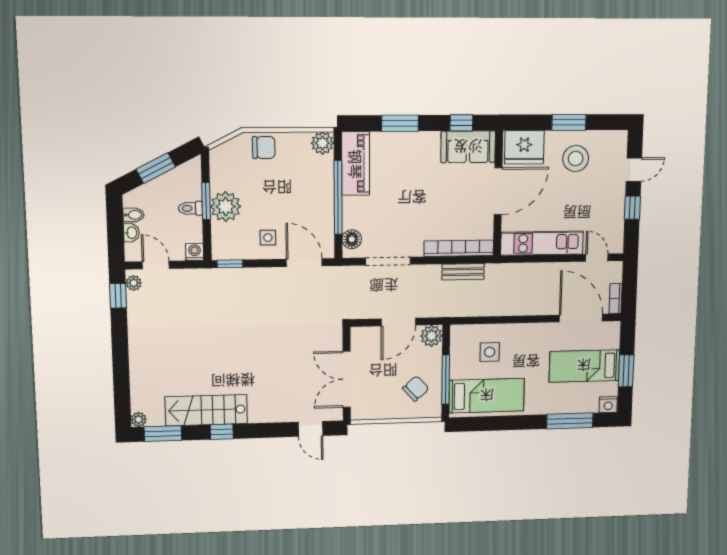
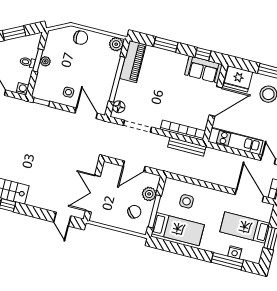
plant: (226, 207) -> (45, 61), width x0.53, depth x0.53
bench: (463, 272) -> (187, 147), width x1.36
plant: (431, 336) -> (149, 194), moved
nightstand: (608, 405) -> (235, 252), moved

